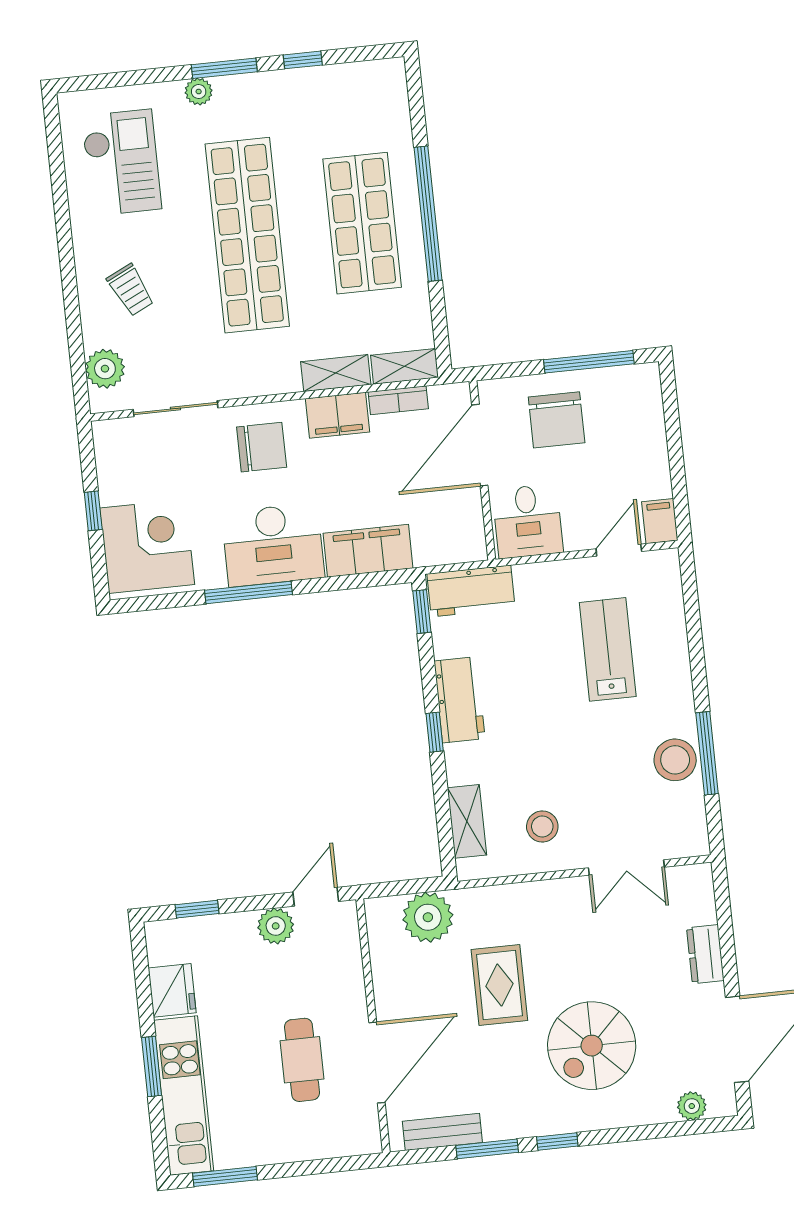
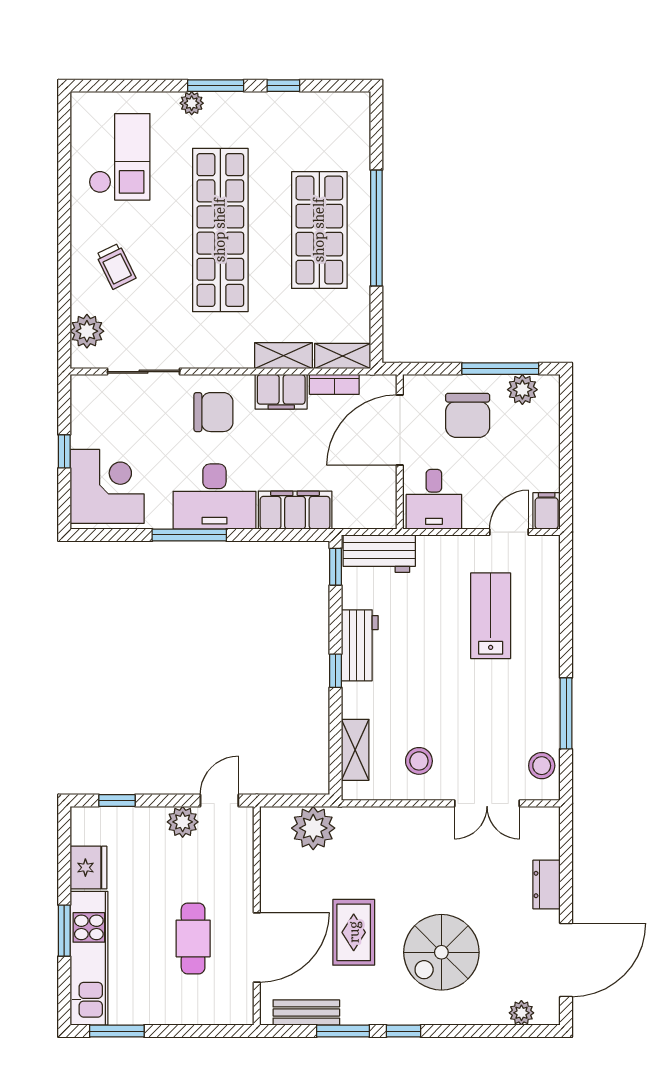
plant: (617, 383) -> (522, 390), added
stool: (675, 760) -> (542, 766), moved, width x0.73, depth x0.73
rug: (499, 985) -> (354, 932), moved

